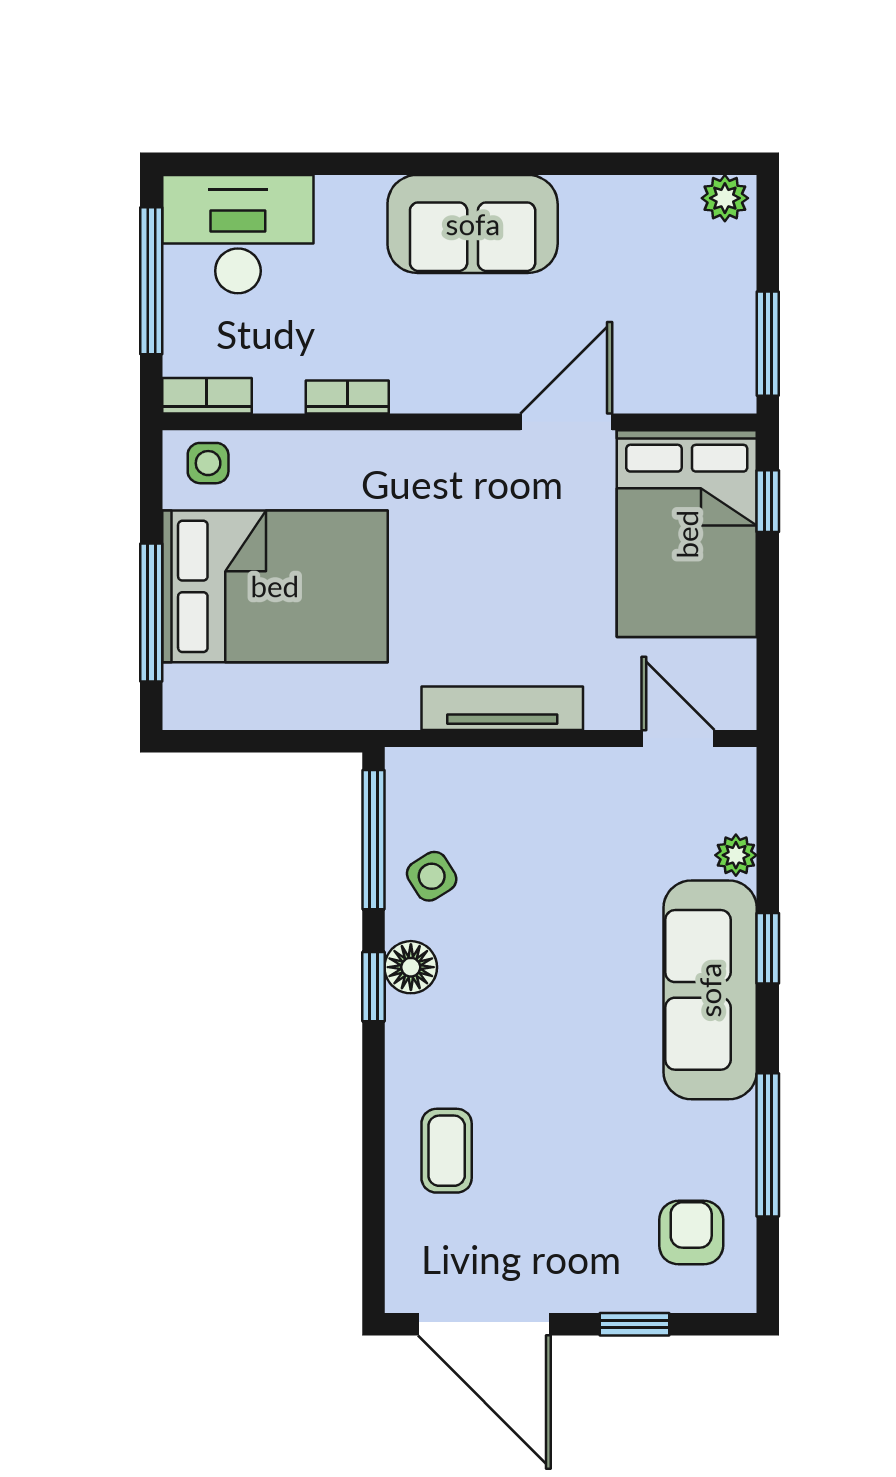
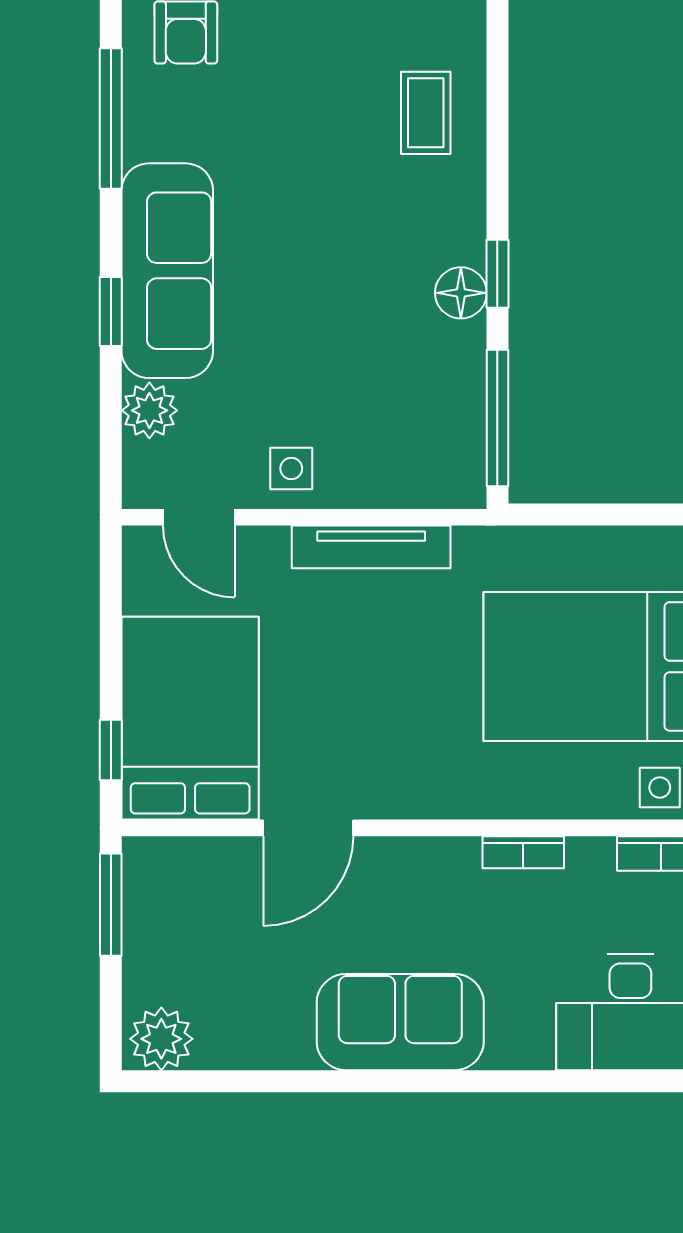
plant: (725, 198) -> (161, 1039), width x1.38, depth x1.38
plant: (736, 855) -> (149, 410), width x1.38, depth x1.38
side table: (432, 876) -> (291, 469), moved, turned 32

